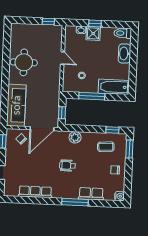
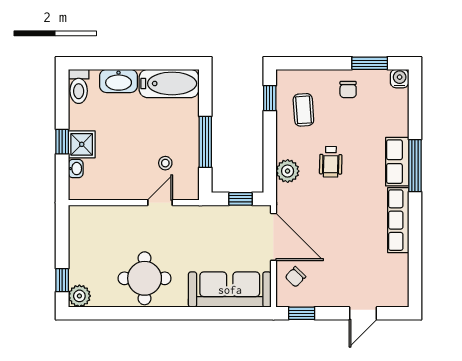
window: (48, 22) -> (62, 280), moved
plant: (16, 29) -> (79, 296), added
door: (62, 58) -> (160, 203), moved
bathtub: (114, 87) -> (169, 83), moved, turned -90
window: (129, 149) -> (370, 63), moved
wheelchair: (67, 166) -> (331, 162), moved
row of seats: (35, 192) -> (398, 220), moved
row of seats: (91, 194) -> (397, 162), moved

